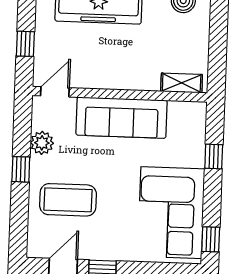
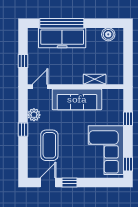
shelving: (182, 83) -> (95, 79), moved
coffee table: (68, 200) -> (49, 145), turned 90

